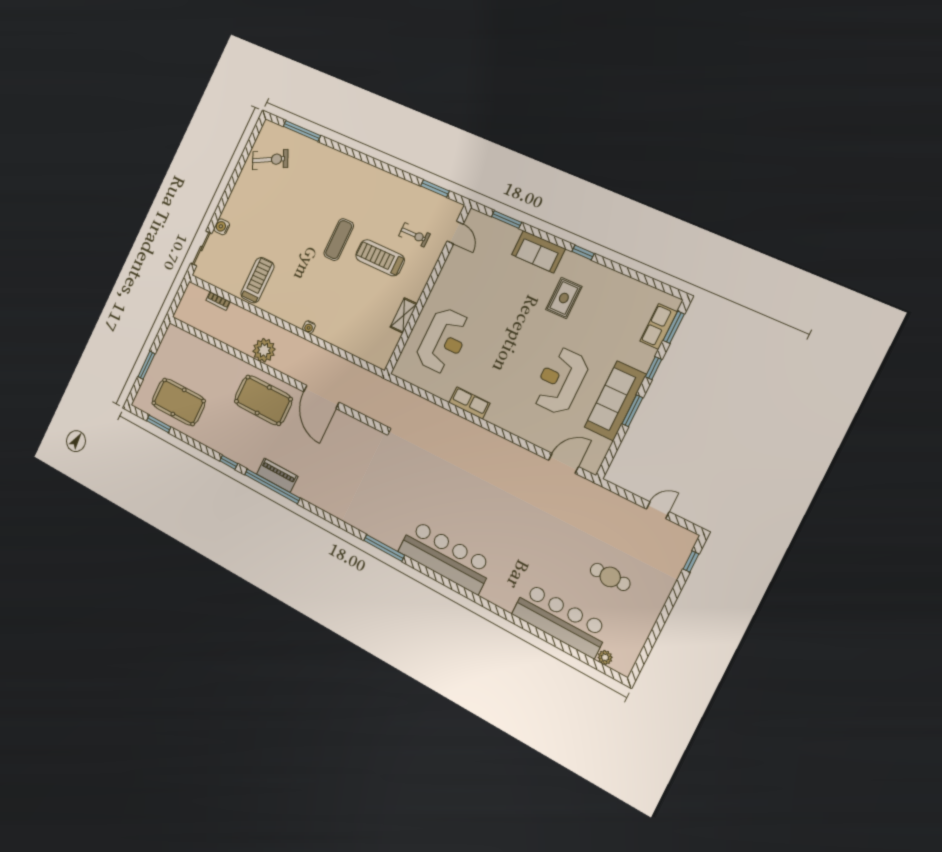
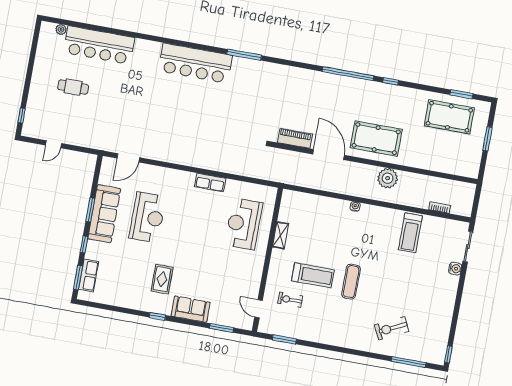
window: (257, 131) -> (448, 354), added
exercise bike: (270, 160) -> (392, 328), moved
piano: (277, 475) -> (295, 138), moved, turned 180

